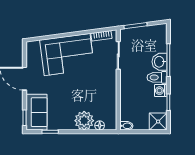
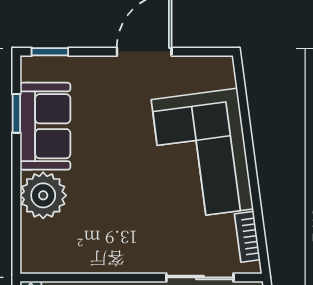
sofa: (36, 112) -> (45, 126), moved, turned -90
floor lamp: (100, 126) -> (31, 232), removed

